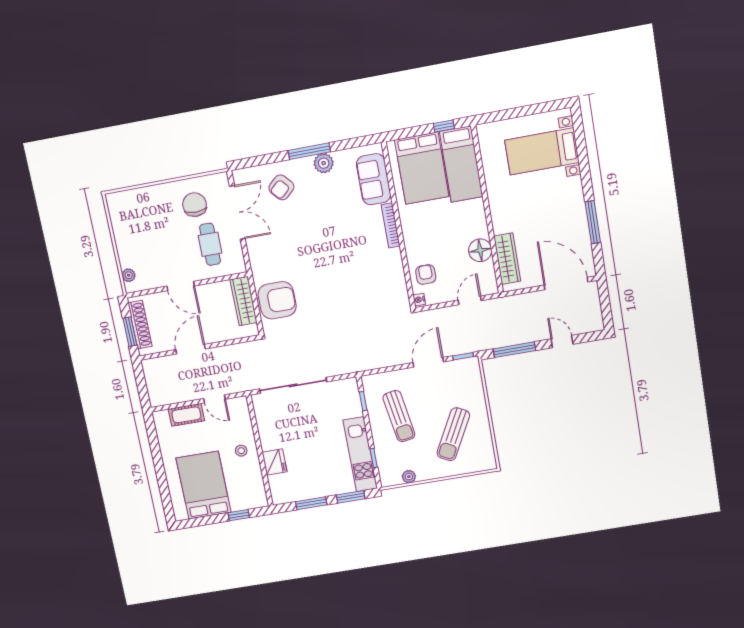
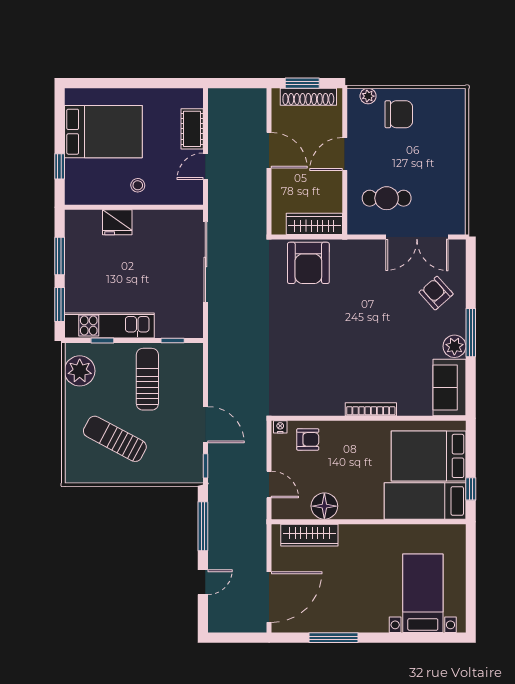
sofa: (374, 179) -> (449, 387), moved, turned -90
chair: (195, 205) -> (399, 114), moved
sun lounger: (399, 416) -> (147, 379), turned 99
plant: (409, 477) -> (80, 371), width x1.87, depth x1.87

